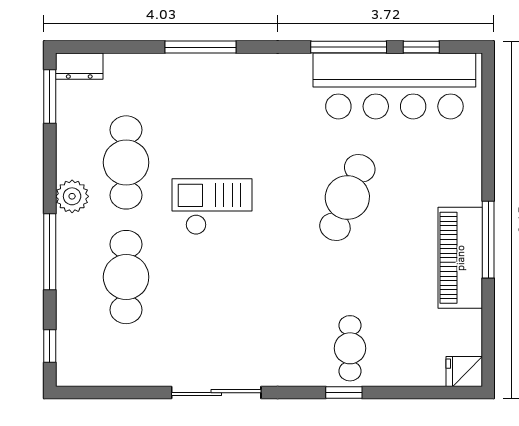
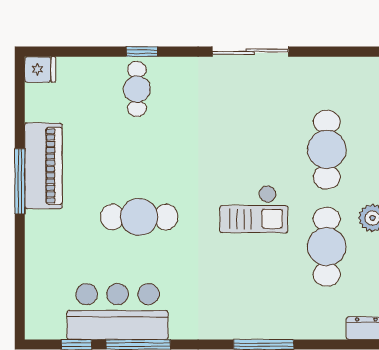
bar counter: (394, 86) -> (118, 312), width x0.73
cafe table: (347, 198) -> (139, 217), turned 67

